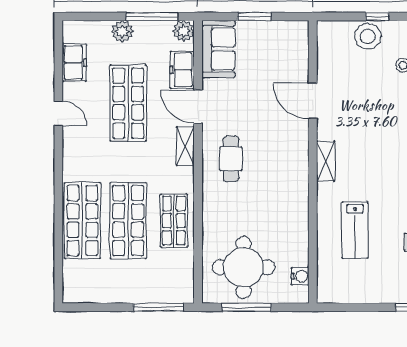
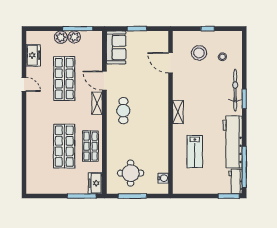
plant: (183, 31) -> (74, 37), moved
stool: (368, 36) -> (199, 53), moved
freezer: (182, 70) -> (95, 183), moved
door: (313, 101) -> (170, 63), moved
shop shelf: (82, 221) -> (38, 146), removed
round table: (244, 267) -> (131, 173), width x0.73, depth x0.73

